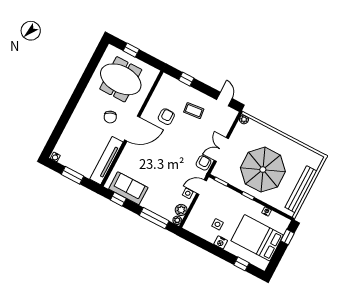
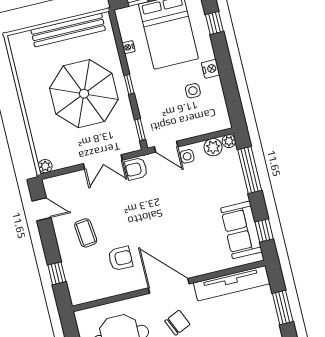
door: (224, 99) -> (41, 209), swing flipped
armchair: (166, 117) -> (120, 258), turned 180

